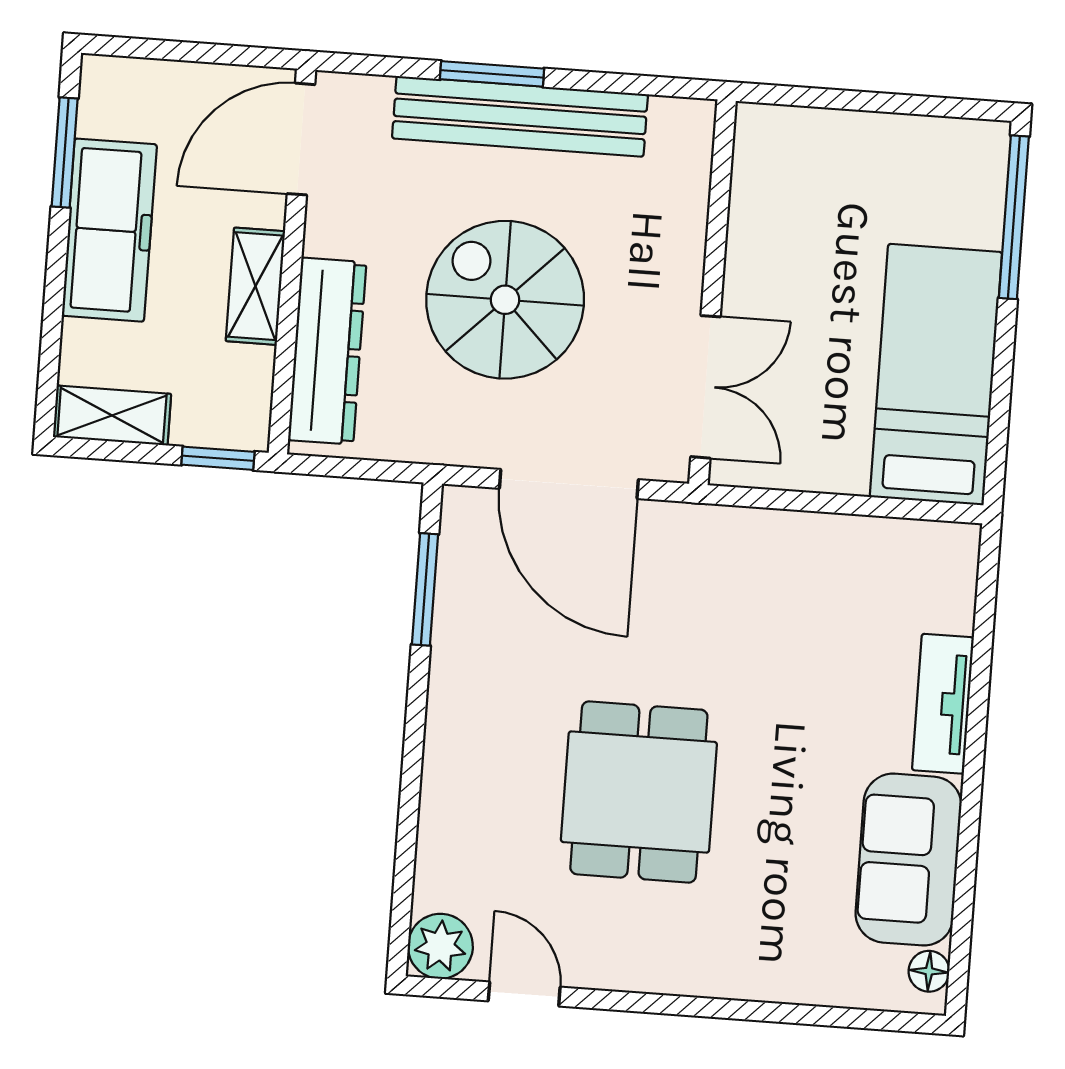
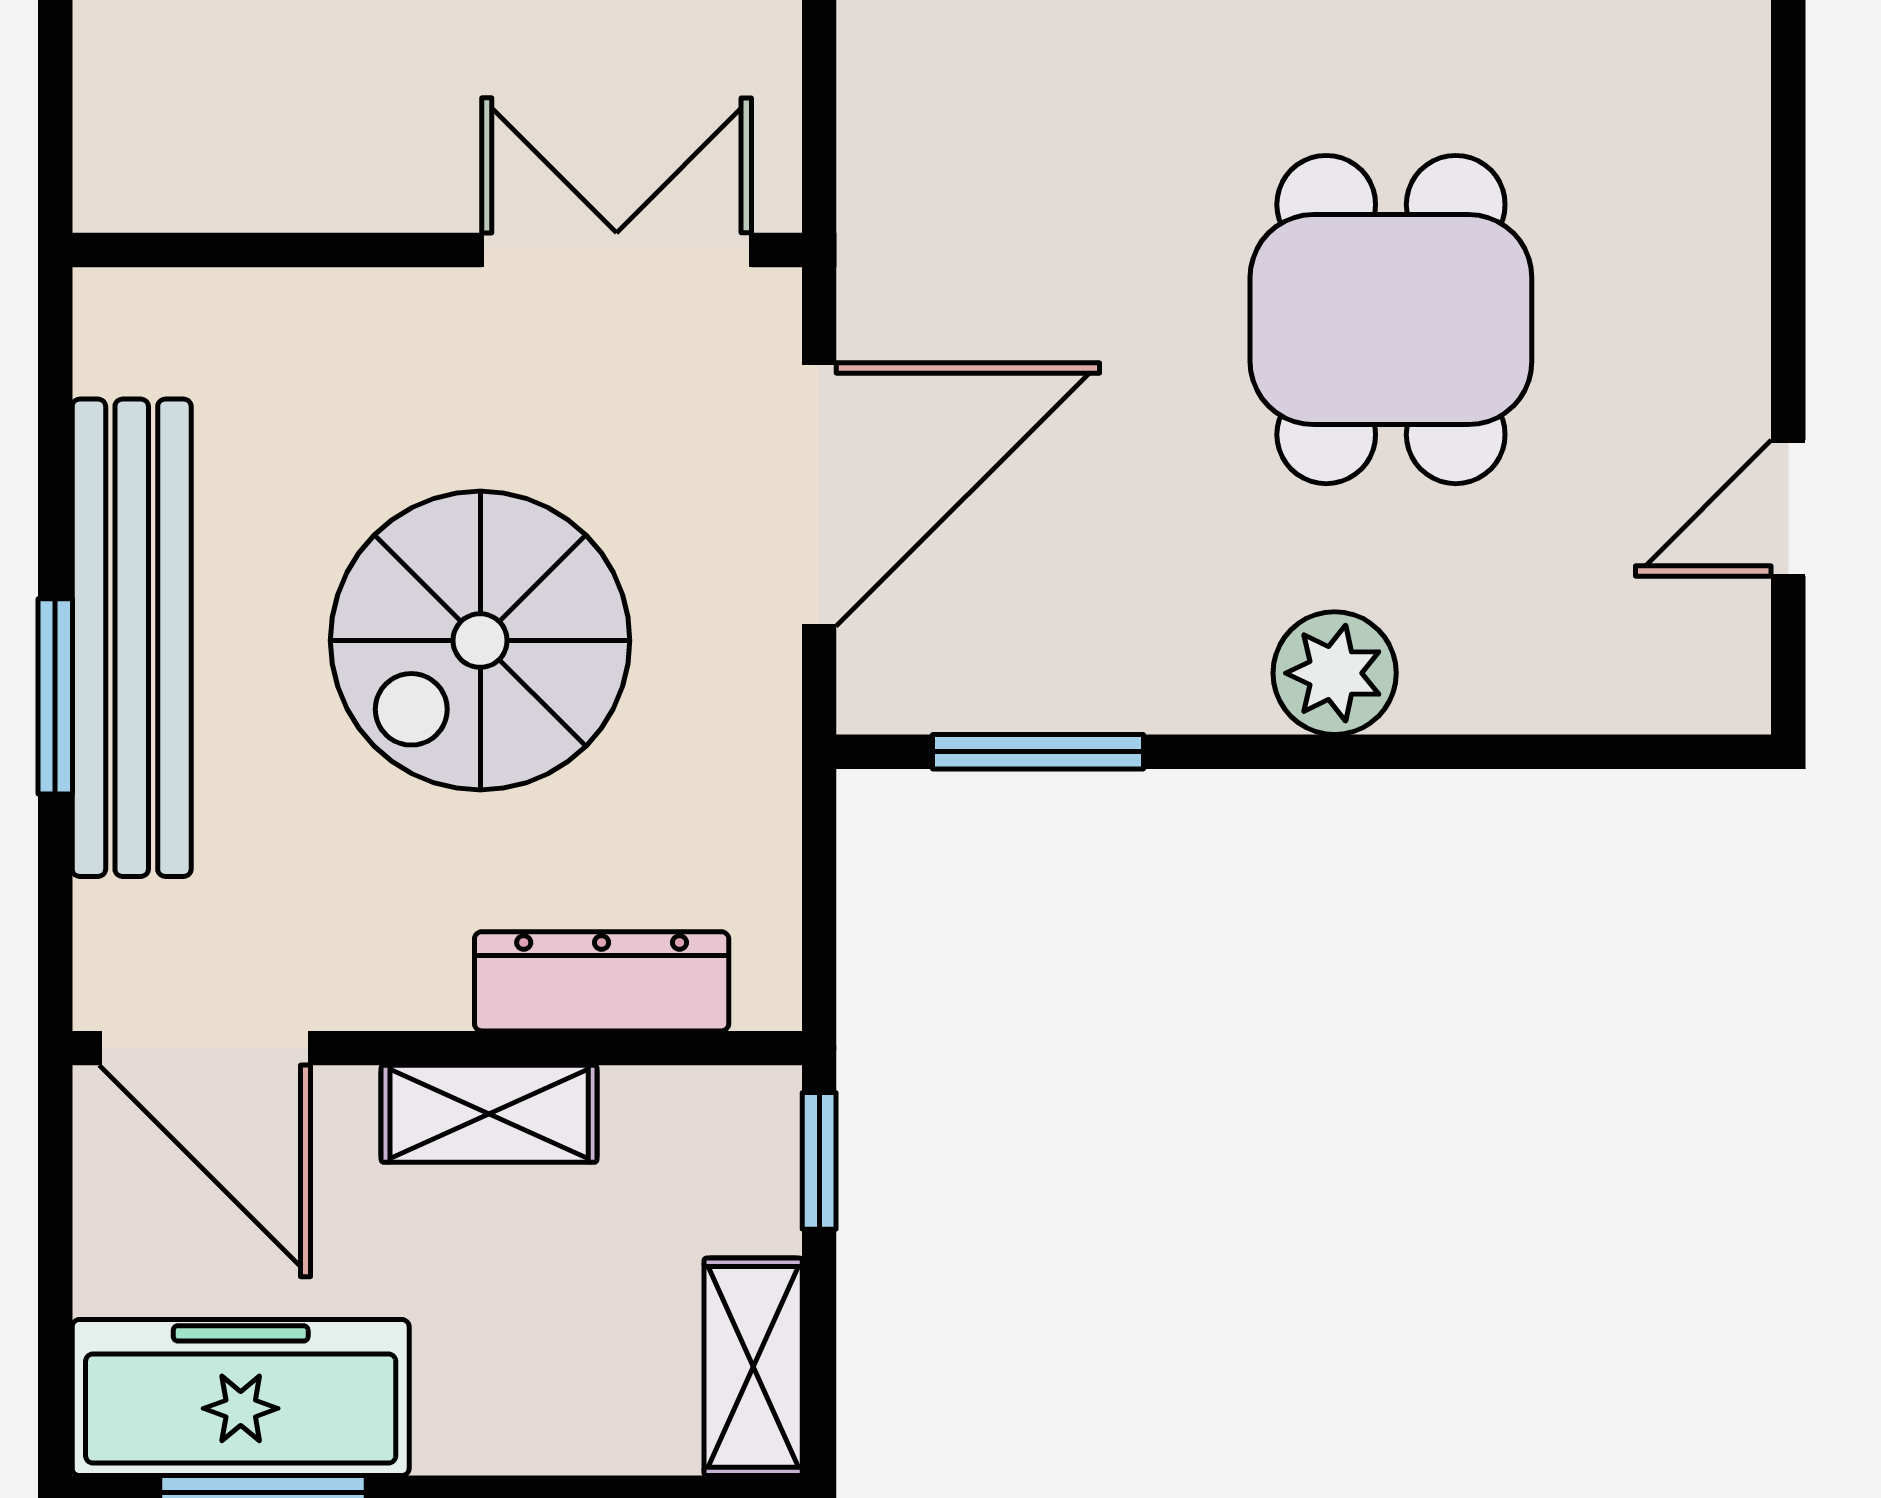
freezer: (109, 230) -> (241, 1398), moved
dresser: (327, 351) -> (602, 981), width x0.73, depth x0.80
dining table: (639, 792) -> (1391, 320), turned 90
plant: (440, 946) -> (1335, 673), moved

